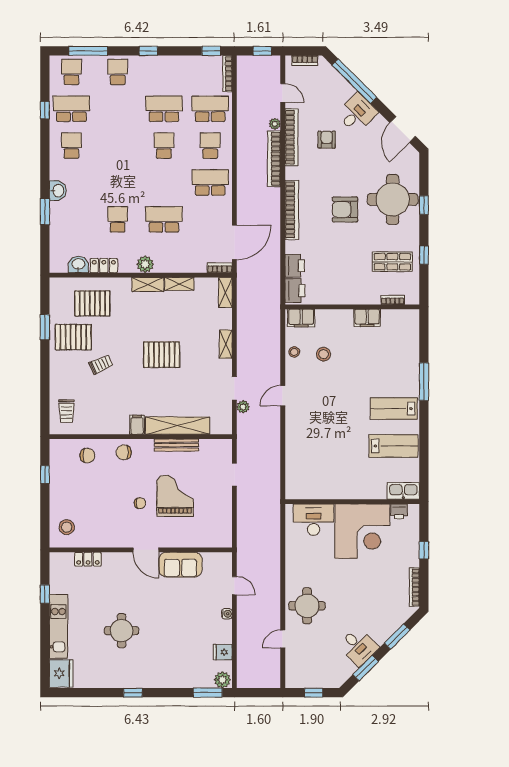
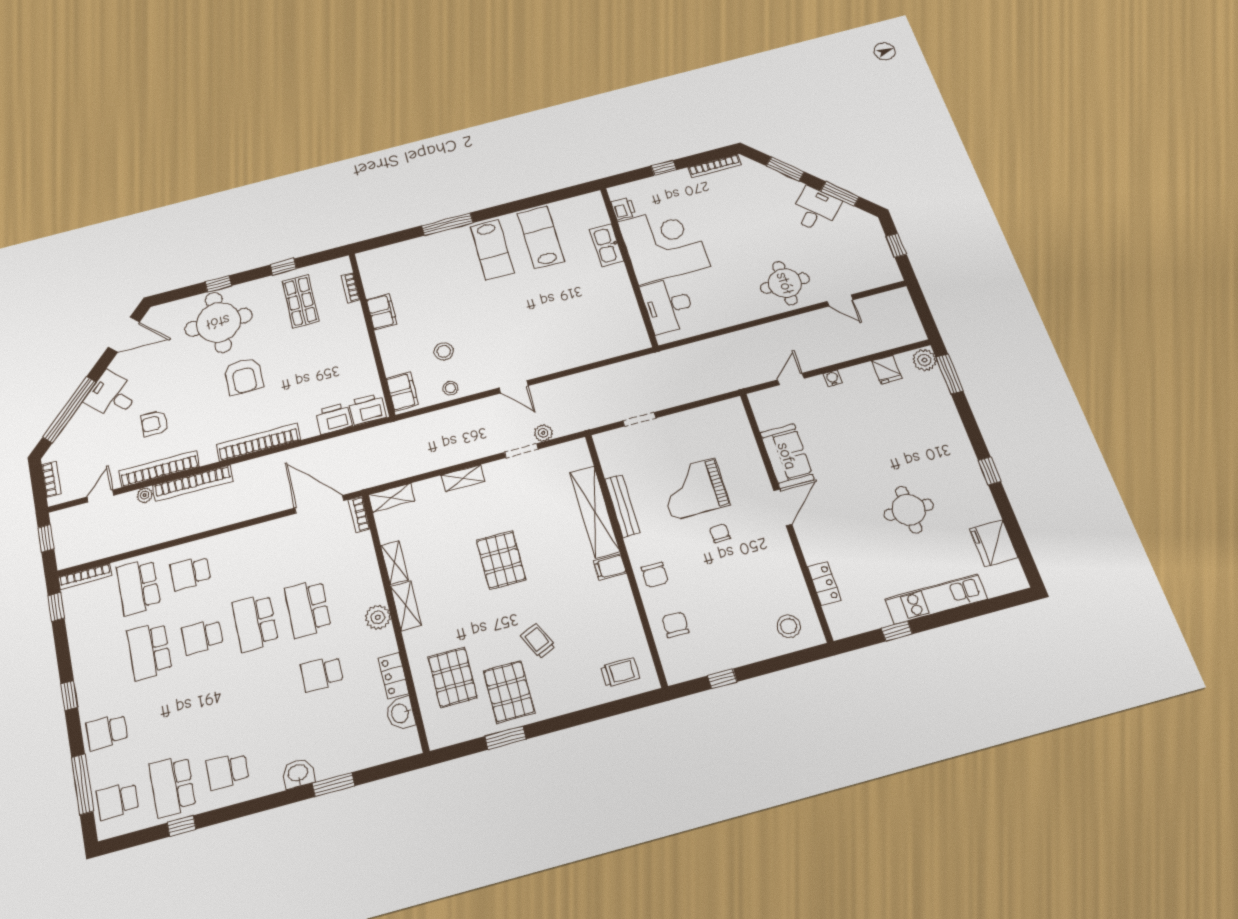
school desk: (210, 183) -> (255, 622), moved
kitchen sink: (403, 491) -> (607, 245), moved
fridge: (61, 673) -> (994, 543), moved, turned -90

